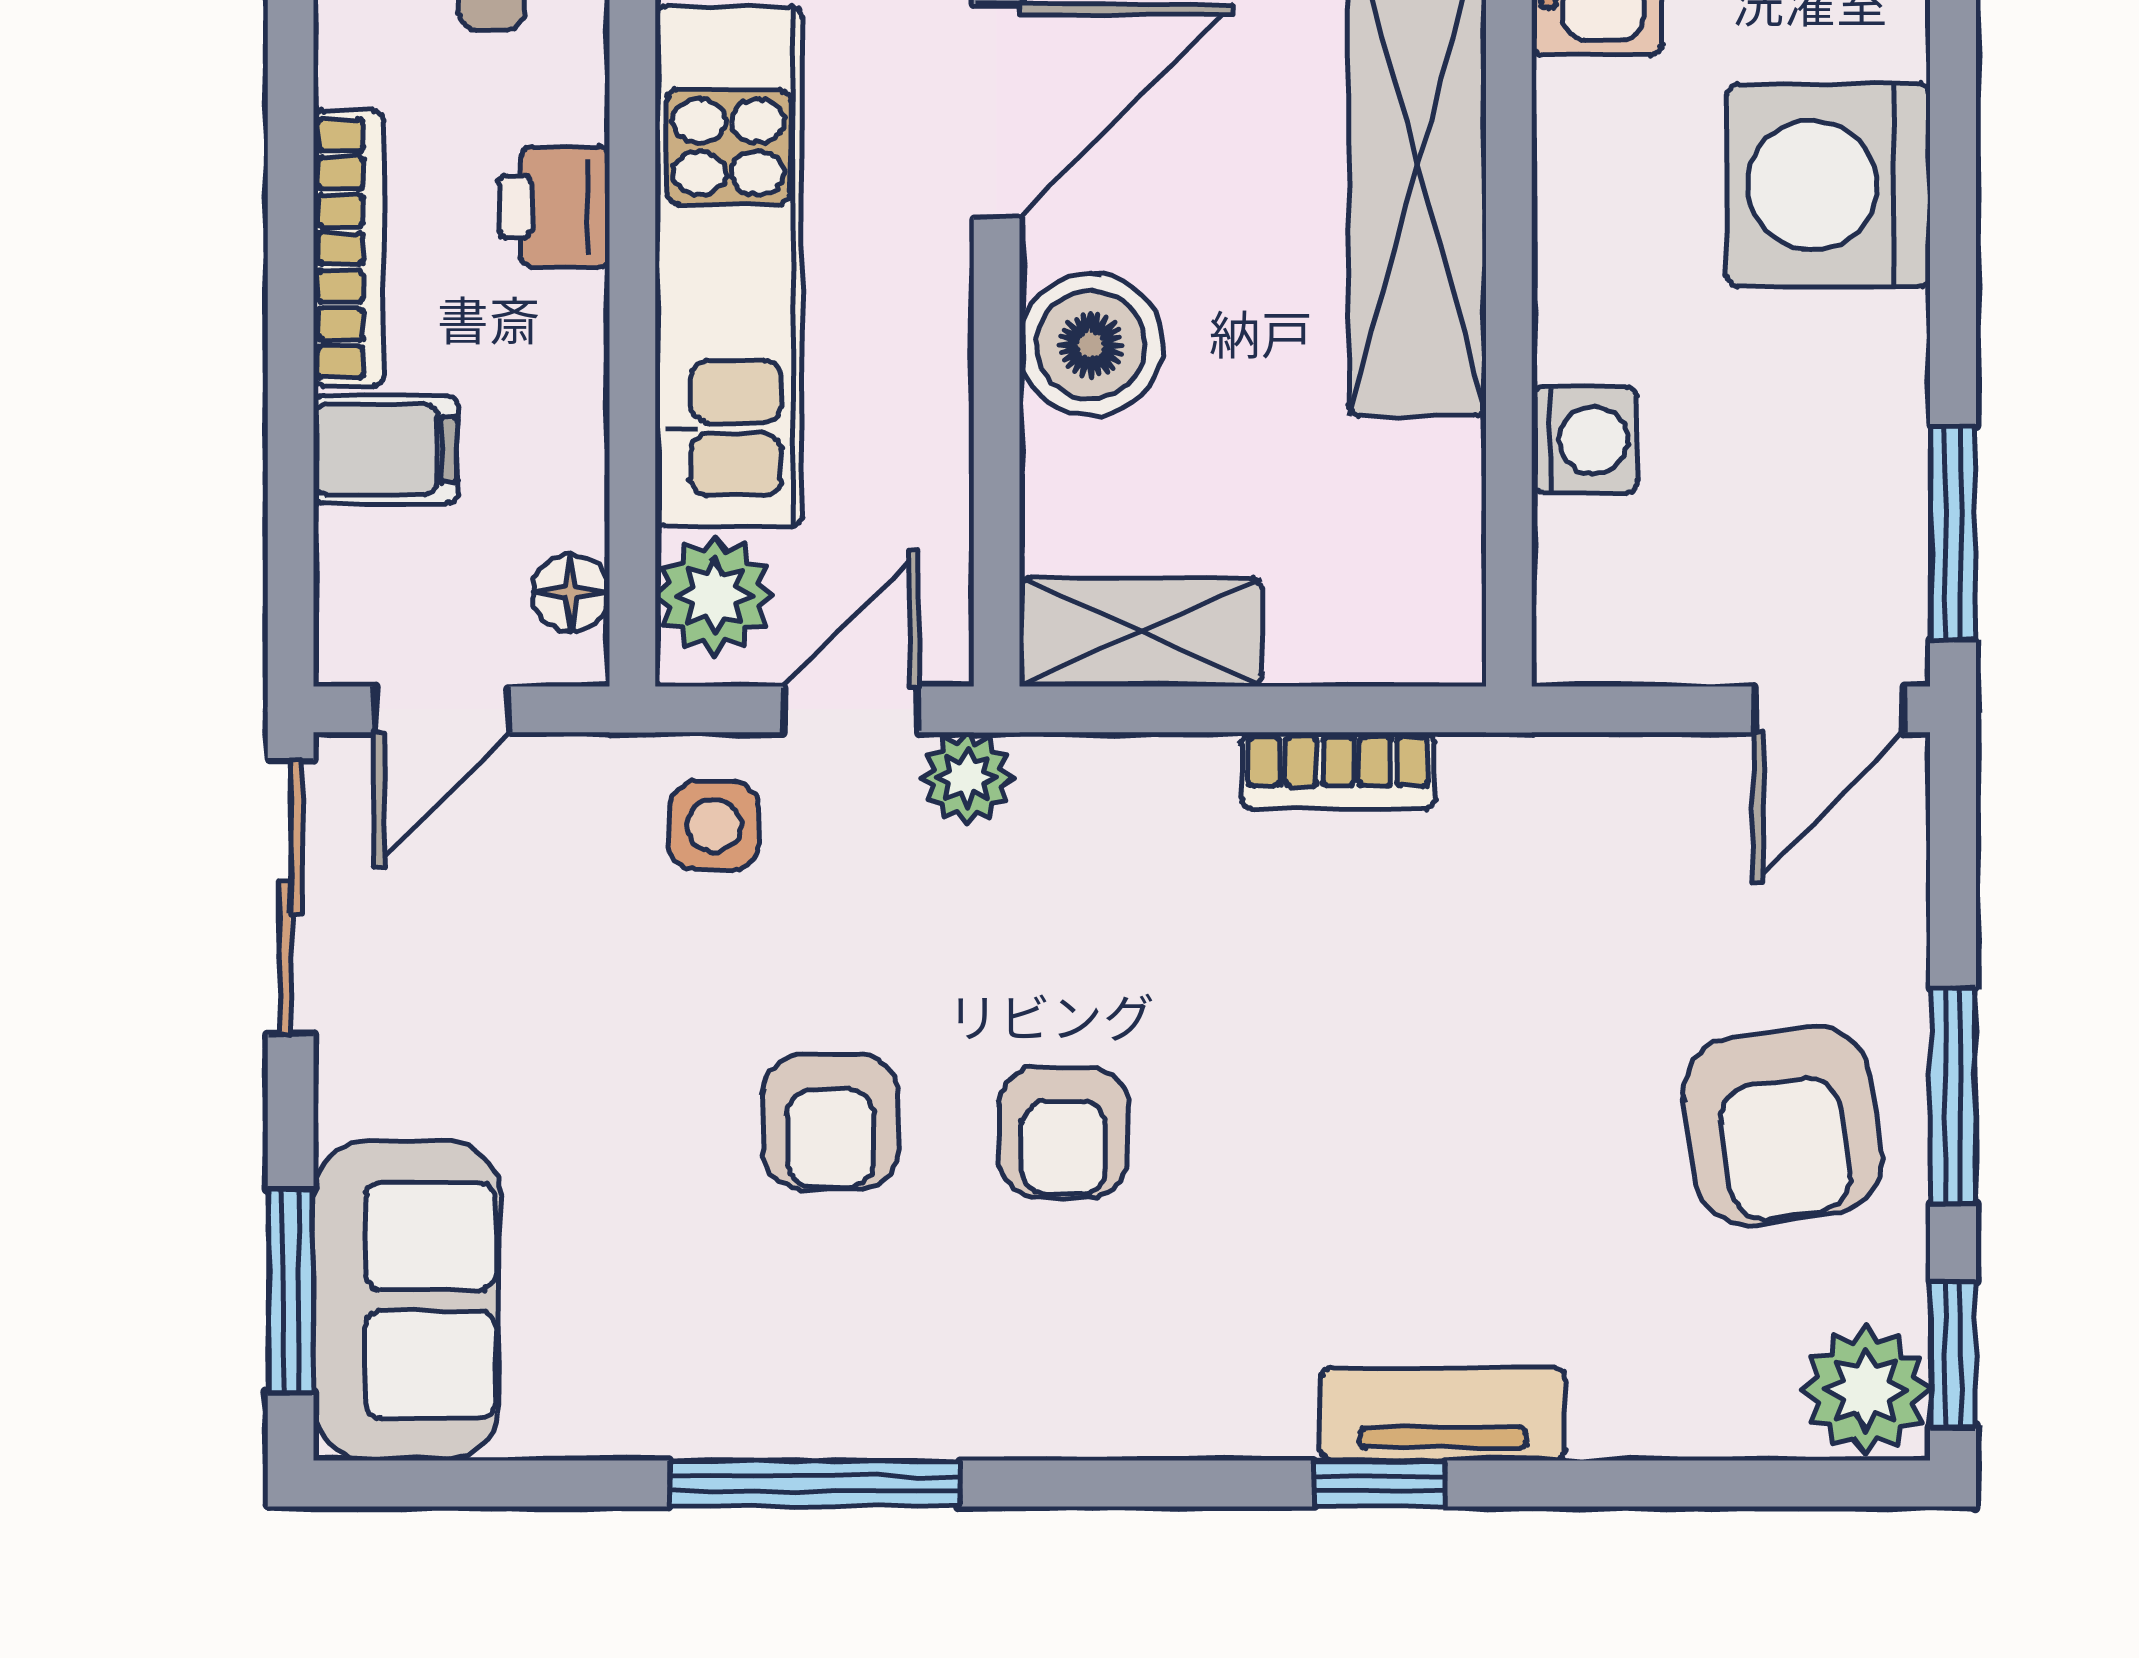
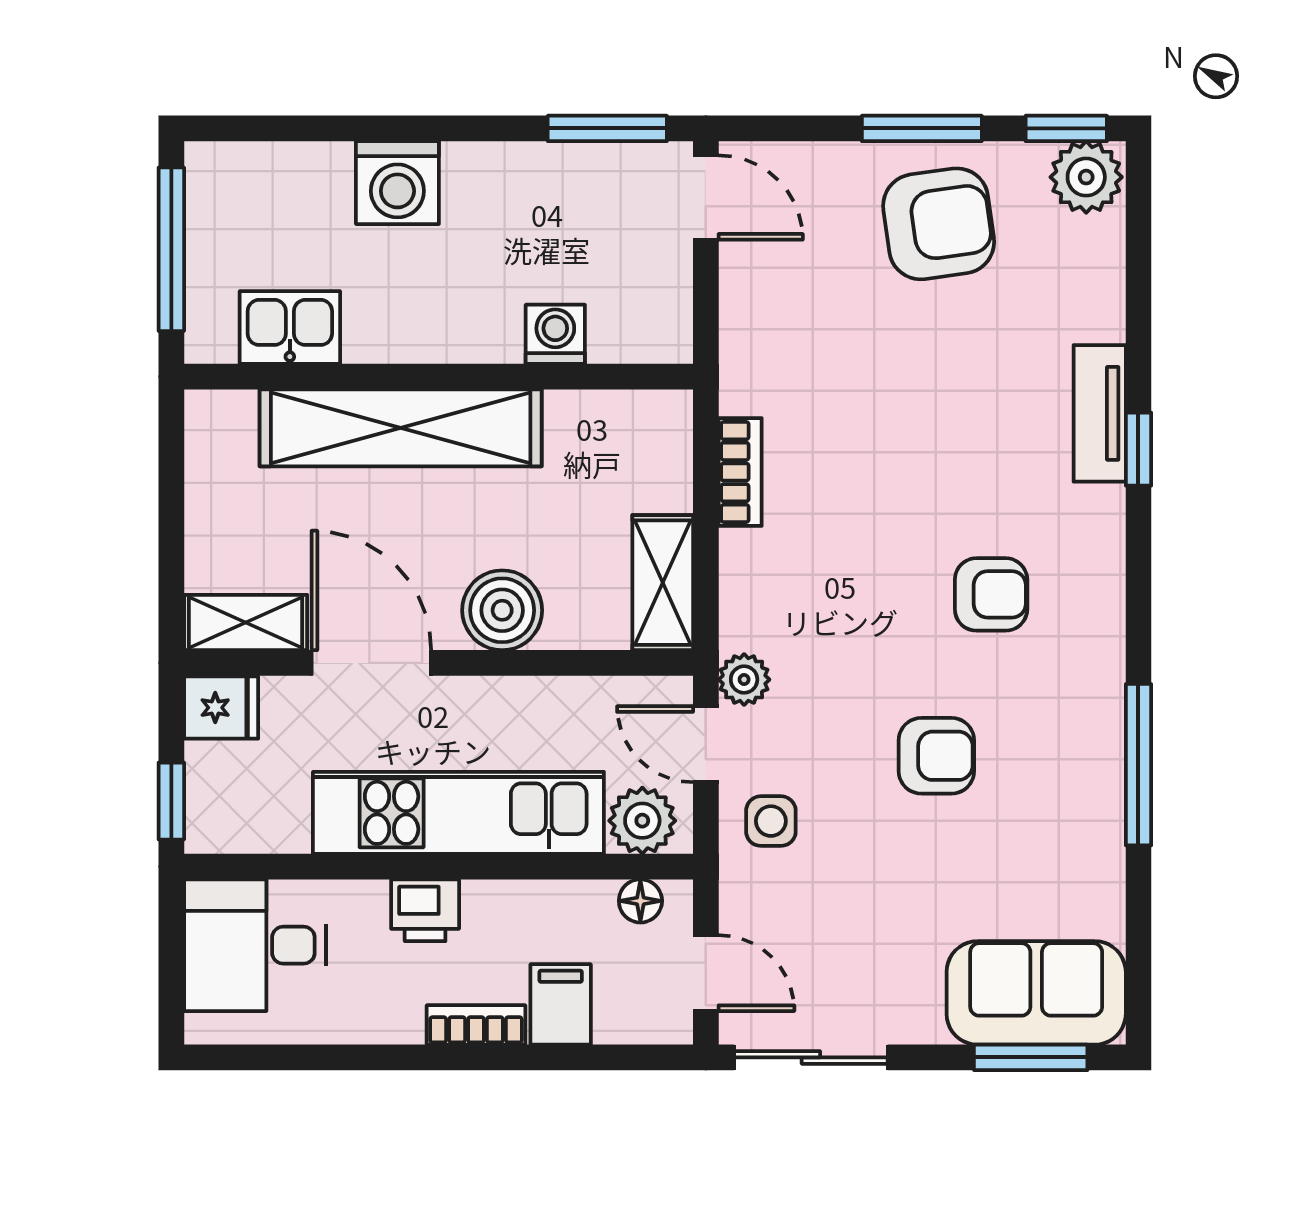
washing machine: (1829, 185) -> (397, 183), width x0.73, depth x0.73
bookcase: (349, 248) -> (476, 1025), width x0.64
armchair: (1064, 1132) -> (991, 594), moved

